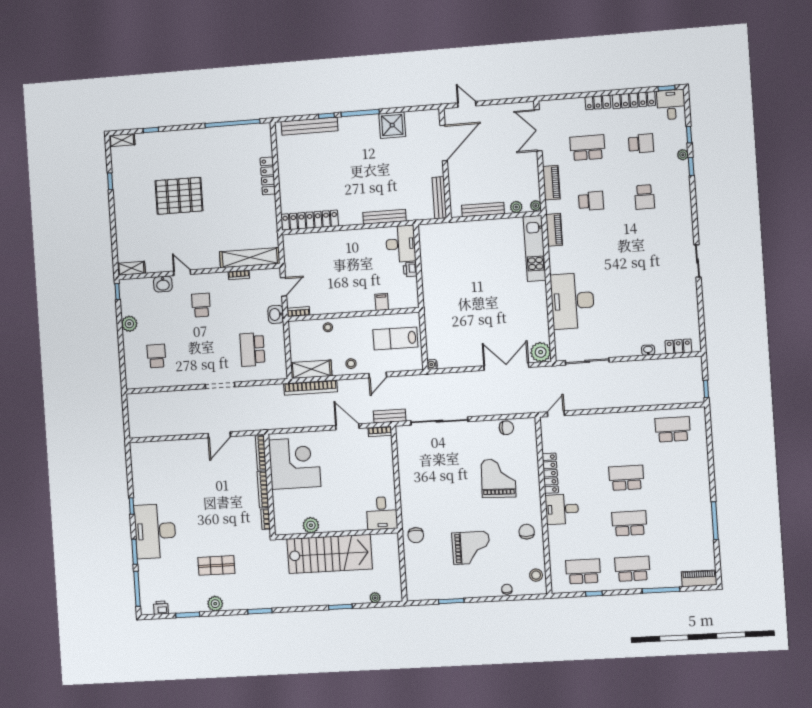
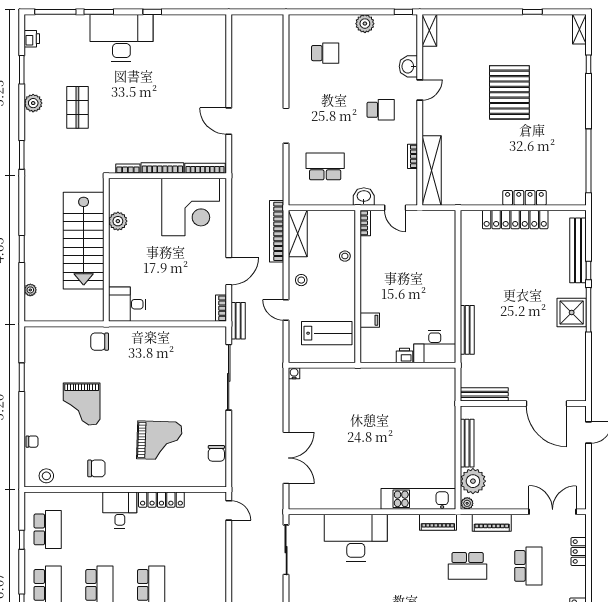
locker: (598, 102) -> (579, 552), moved
shower: (392, 125) -> (572, 313), moved
school desk: (591, 201) -> (468, 566), width x1.85
plant: (516, 207) -> (473, 481), width x1.88, depth x1.88
locker: (310, 220) -> (515, 219), moved, turned 90
lab bench: (395, 338) -> (327, 333), turned 90
plant: (541, 352) -> (300, 498), removed

